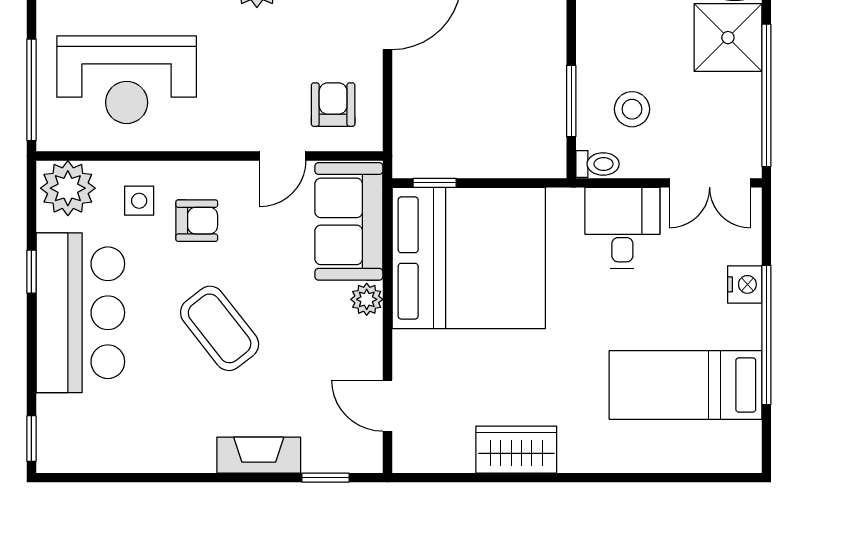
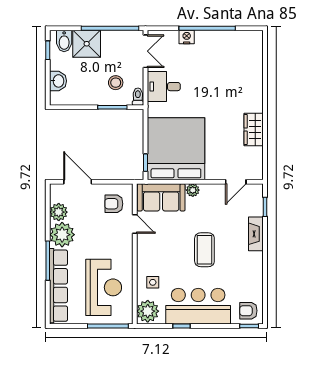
armchair: (197, 221) -> (248, 311), moved, turned -90
coffee table: (220, 328) -> (204, 250), turned -52
bed: (685, 385) -> (227, 61), removed

